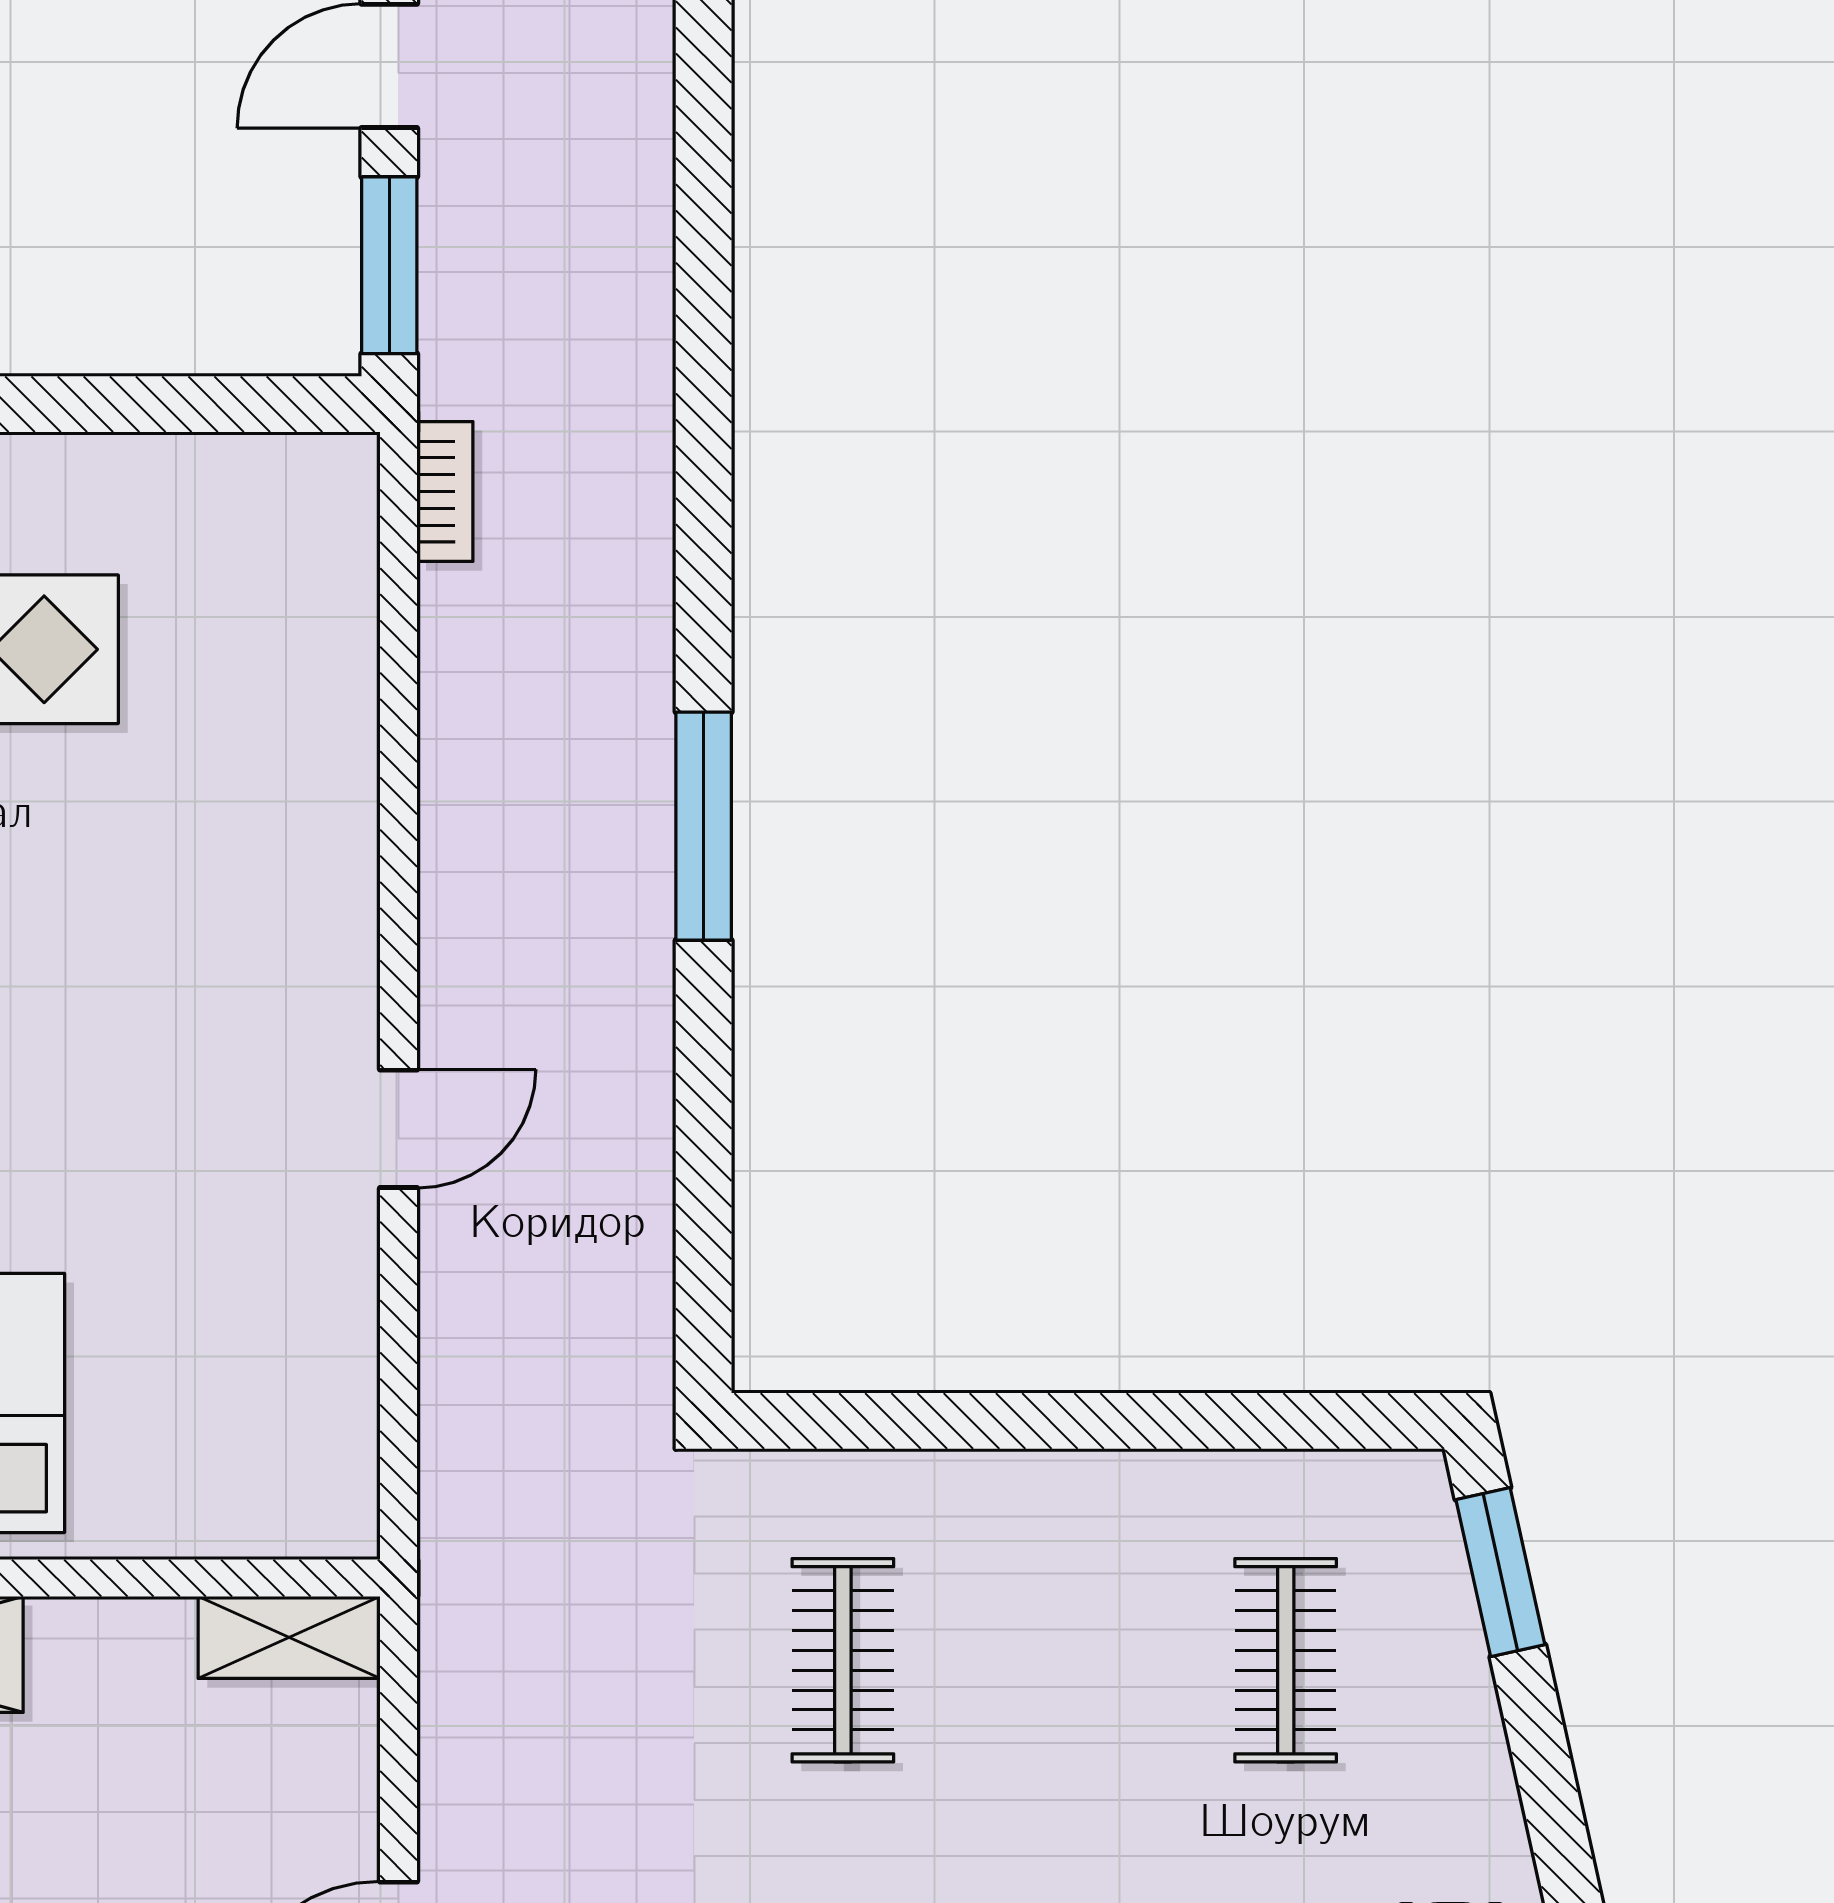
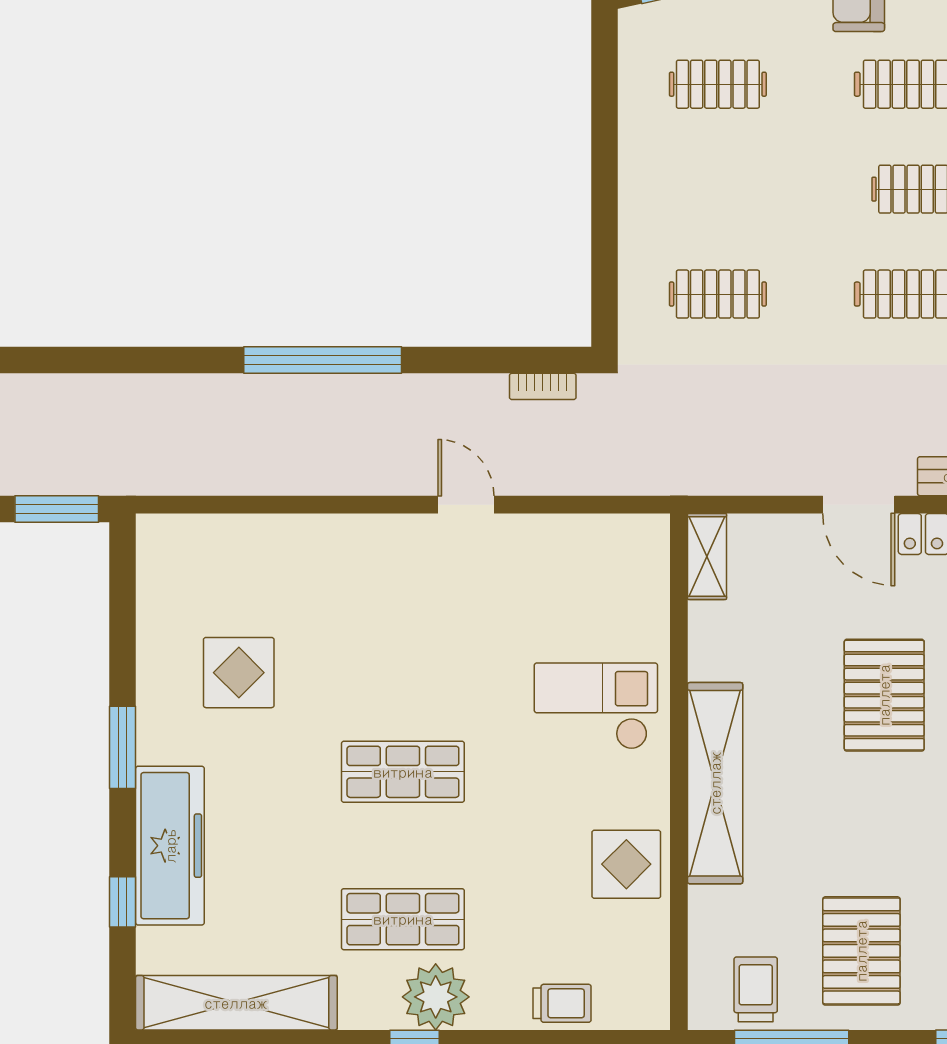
bookcase: (445, 491) -> (543, 386), moved, turned 180
window: (704, 826) -> (323, 360), width x1.46

